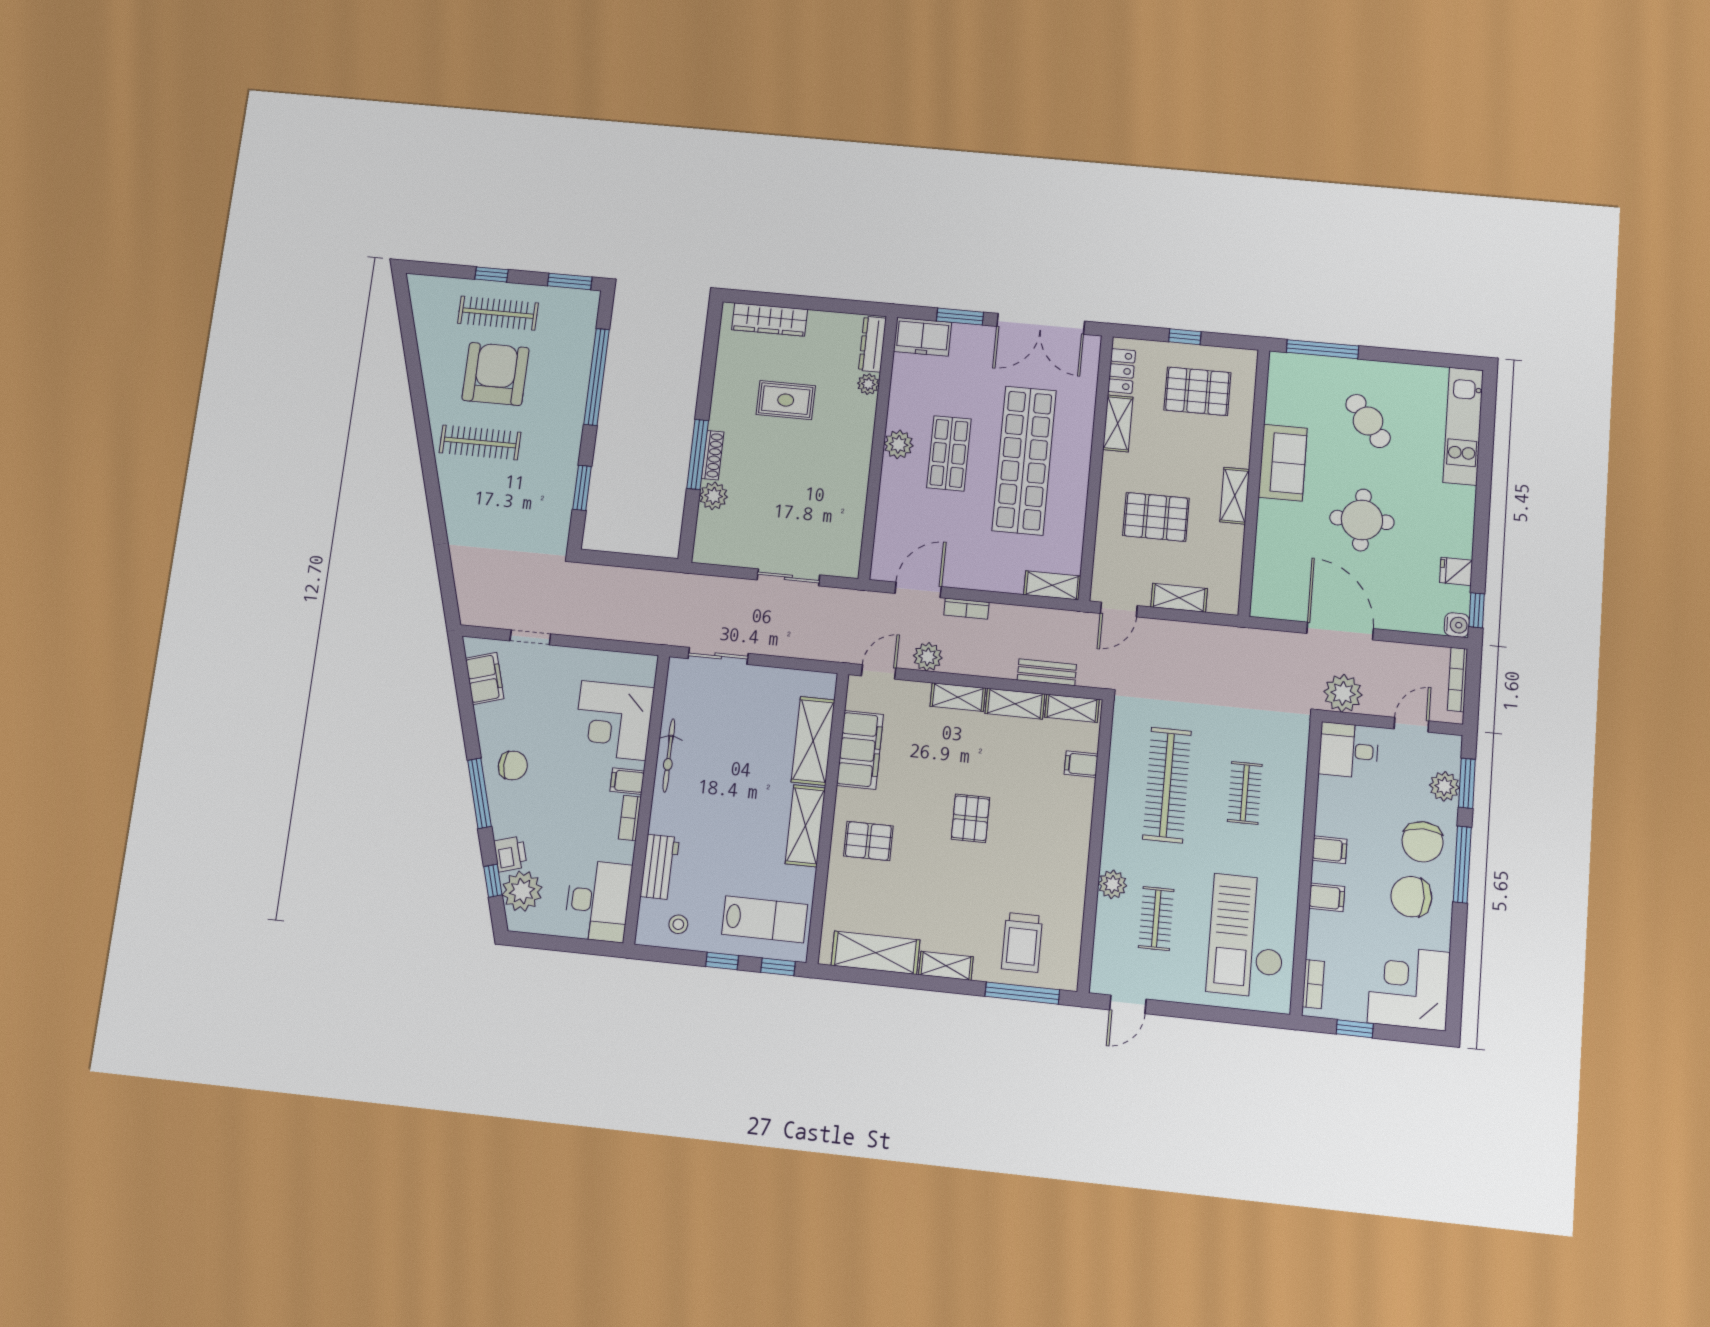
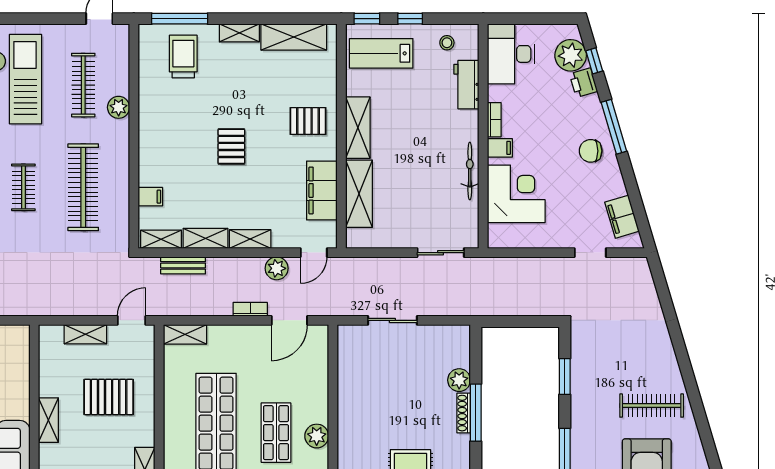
clothes rail: (1156, 919) -> (83, 85), width x1.36

